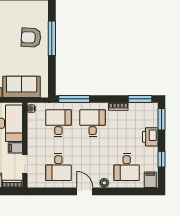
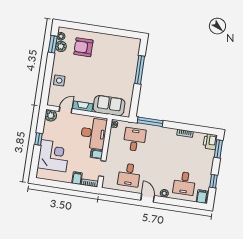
armchair: (31, 37) -> (123, 67), removed
window: (140, 99) -> (203, 130), removed
desk: (93, 123) -> (162, 144), removed
printer: (150, 137) -> (210, 142), moved

